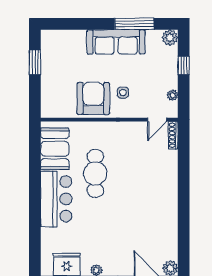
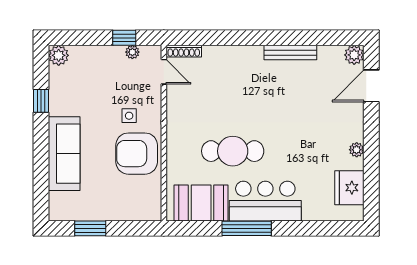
window: (134, 24) -> (41, 101), width x0.46
sofa: (116, 42) -> (64, 154), moved
window: (184, 65) -> (124, 38), moved
window: (35, 184) -> (247, 228), added
bench: (172, 218) -> (290, 53), added

